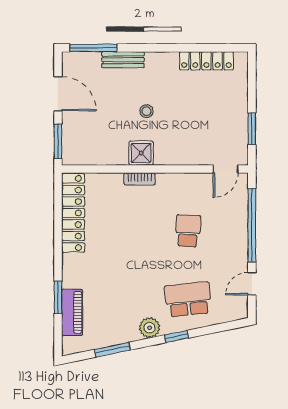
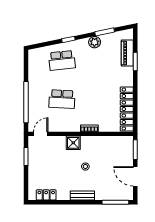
bench: (123, 60) -> (82, 196), moved
locker: (206, 61) -> (46, 195), width x0.66
shower: (141, 153) -> (73, 143), moved
school desk: (188, 231) -> (62, 99), width x1.85
door: (252, 284) -> (26, 69), removed
plant: (150, 328) -> (95, 42), moved

